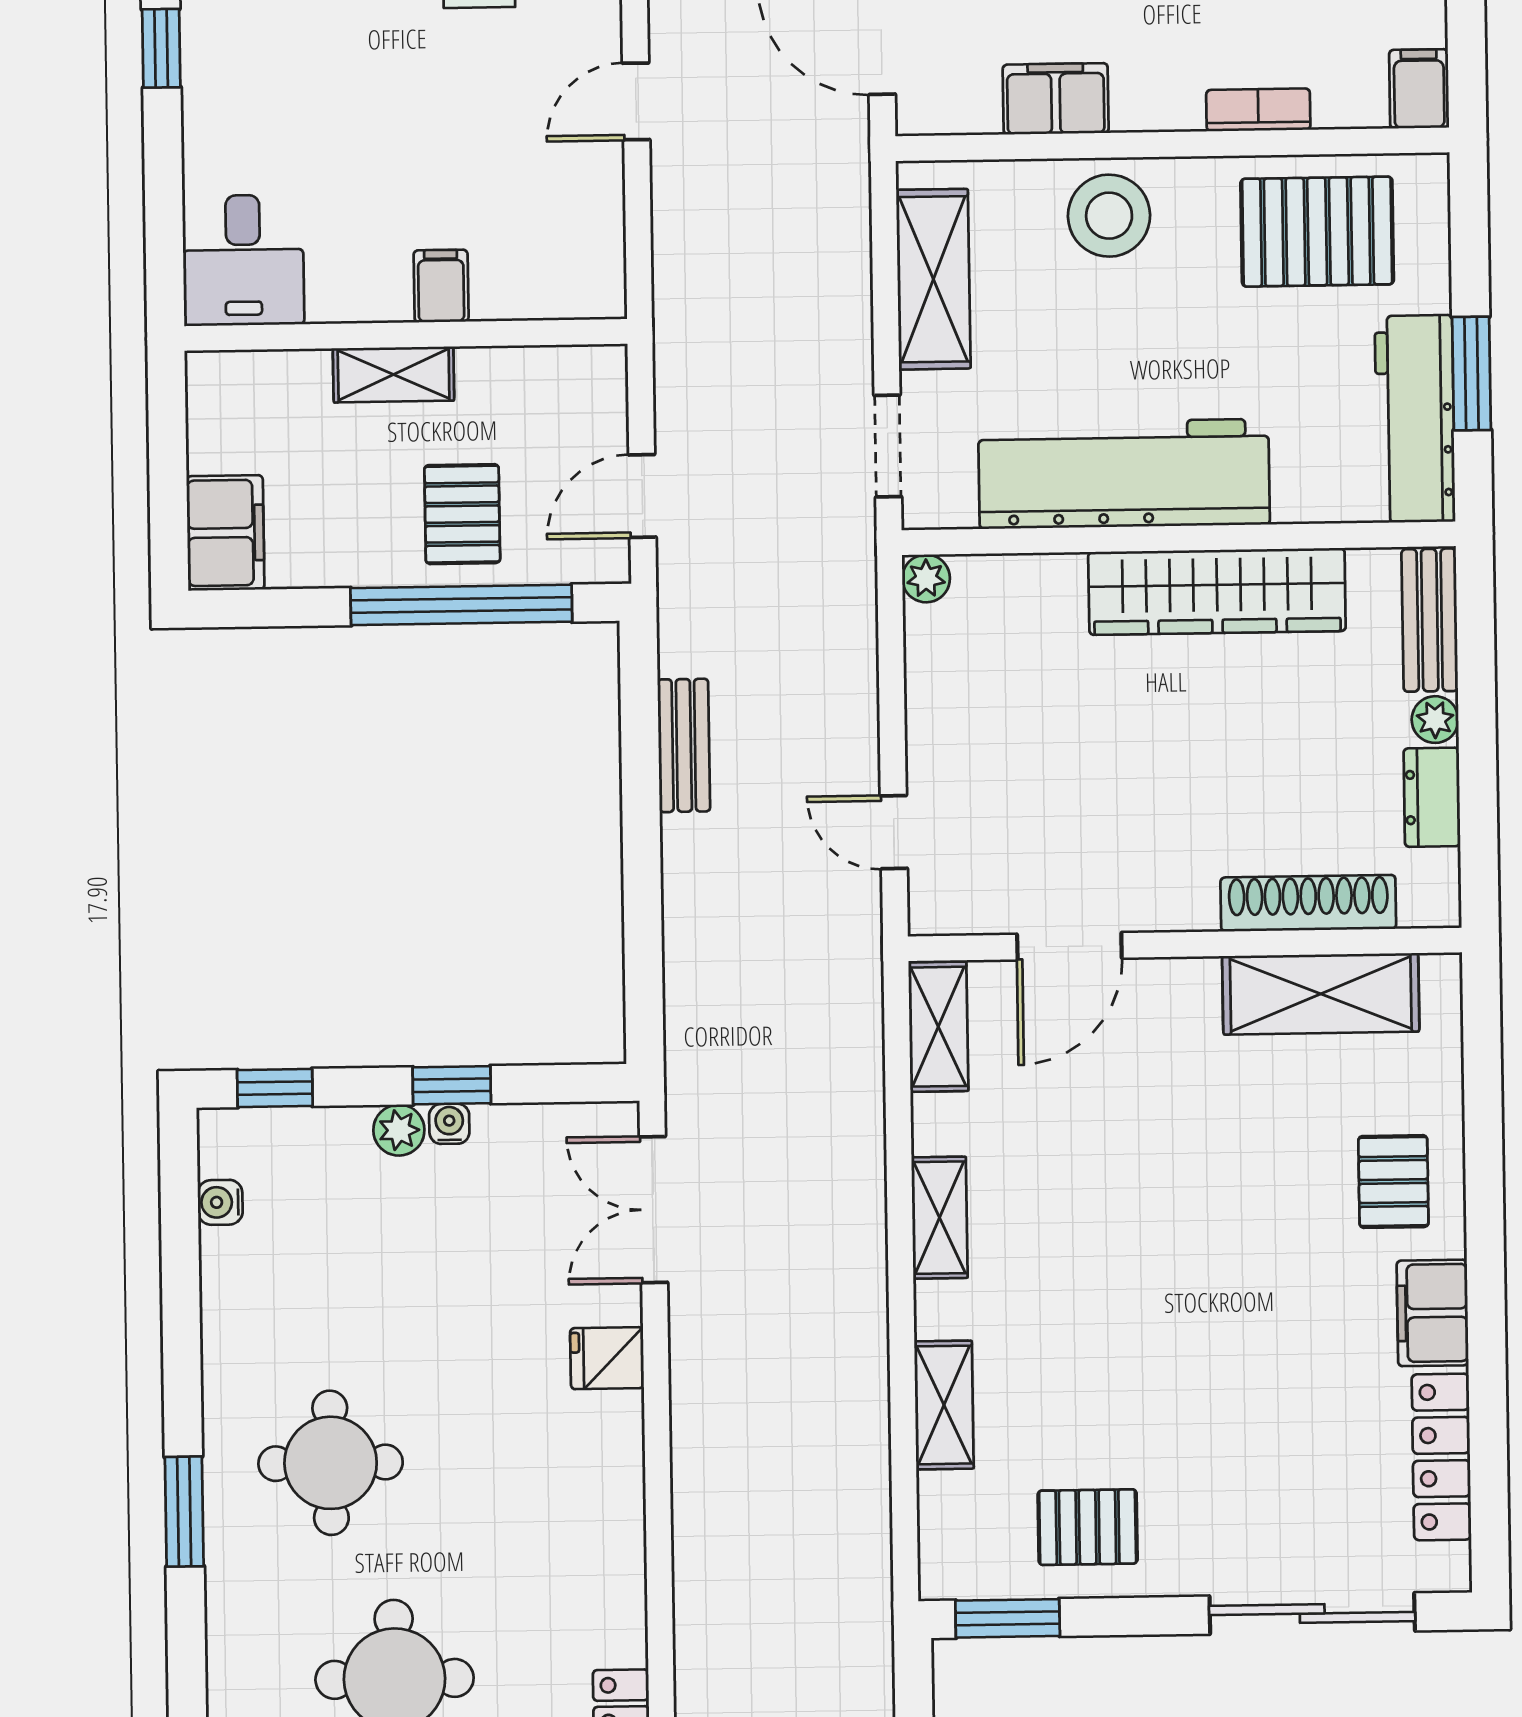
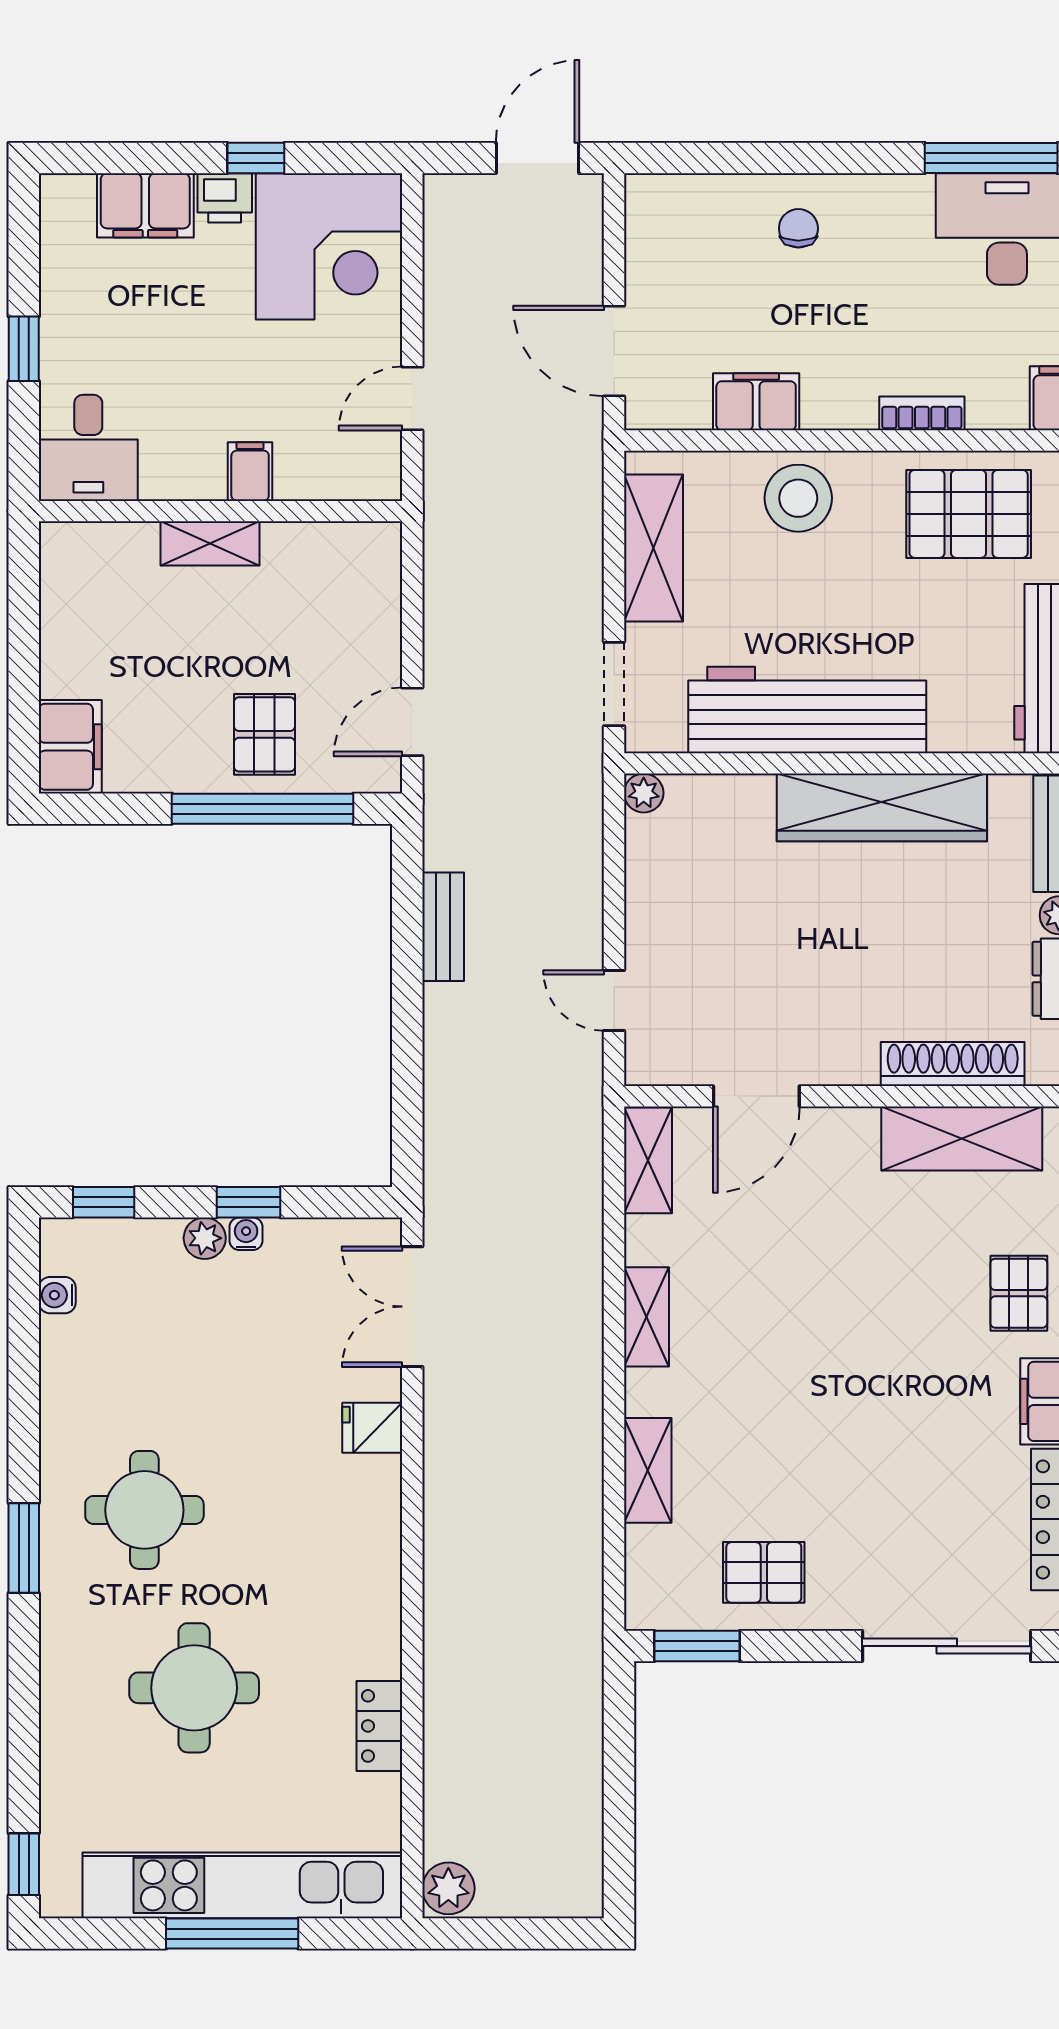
desk: (243, 260) -> (88, 448), moved
filing cabinet: (441, 286) -> (250, 472), moved
wall: (406, 335) -> (221, 511), moved
shelving: (394, 374) -> (210, 543), moved

